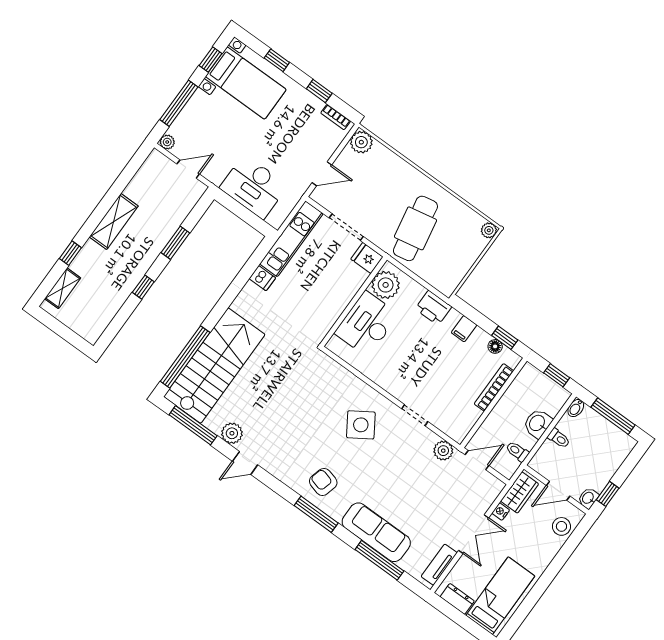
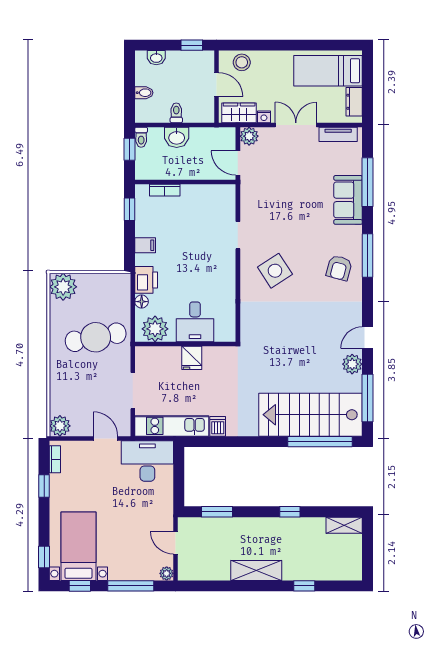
window: (277, 60) -> (44, 557), moved
desk: (254, 187) -> (147, 461), moved, turned -90
plant: (489, 230) -> (63, 287), width x1.87, depth x1.87
window: (175, 243) -> (217, 512), moved
fridge: (367, 258) -> (192, 358), moved
shelving: (63, 288) -> (344, 525), moved
desk: (367, 324) -> (195, 322), width x0.73
floor lamp: (495, 346) -> (142, 302), moved
bookcase: (494, 387) -> (165, 190), width x0.64
bidet: (576, 408) -> (144, 93), moved
window: (613, 416) -> (130, 84), removed
plant: (443, 451) -> (249, 136), moved
toilet: (517, 451) -> (141, 137), moved
door: (245, 463) -> (368, 338), swing flipped
washbasin: (588, 498) -> (156, 58), moved
sofa: (376, 532) -> (348, 200), width x0.73

